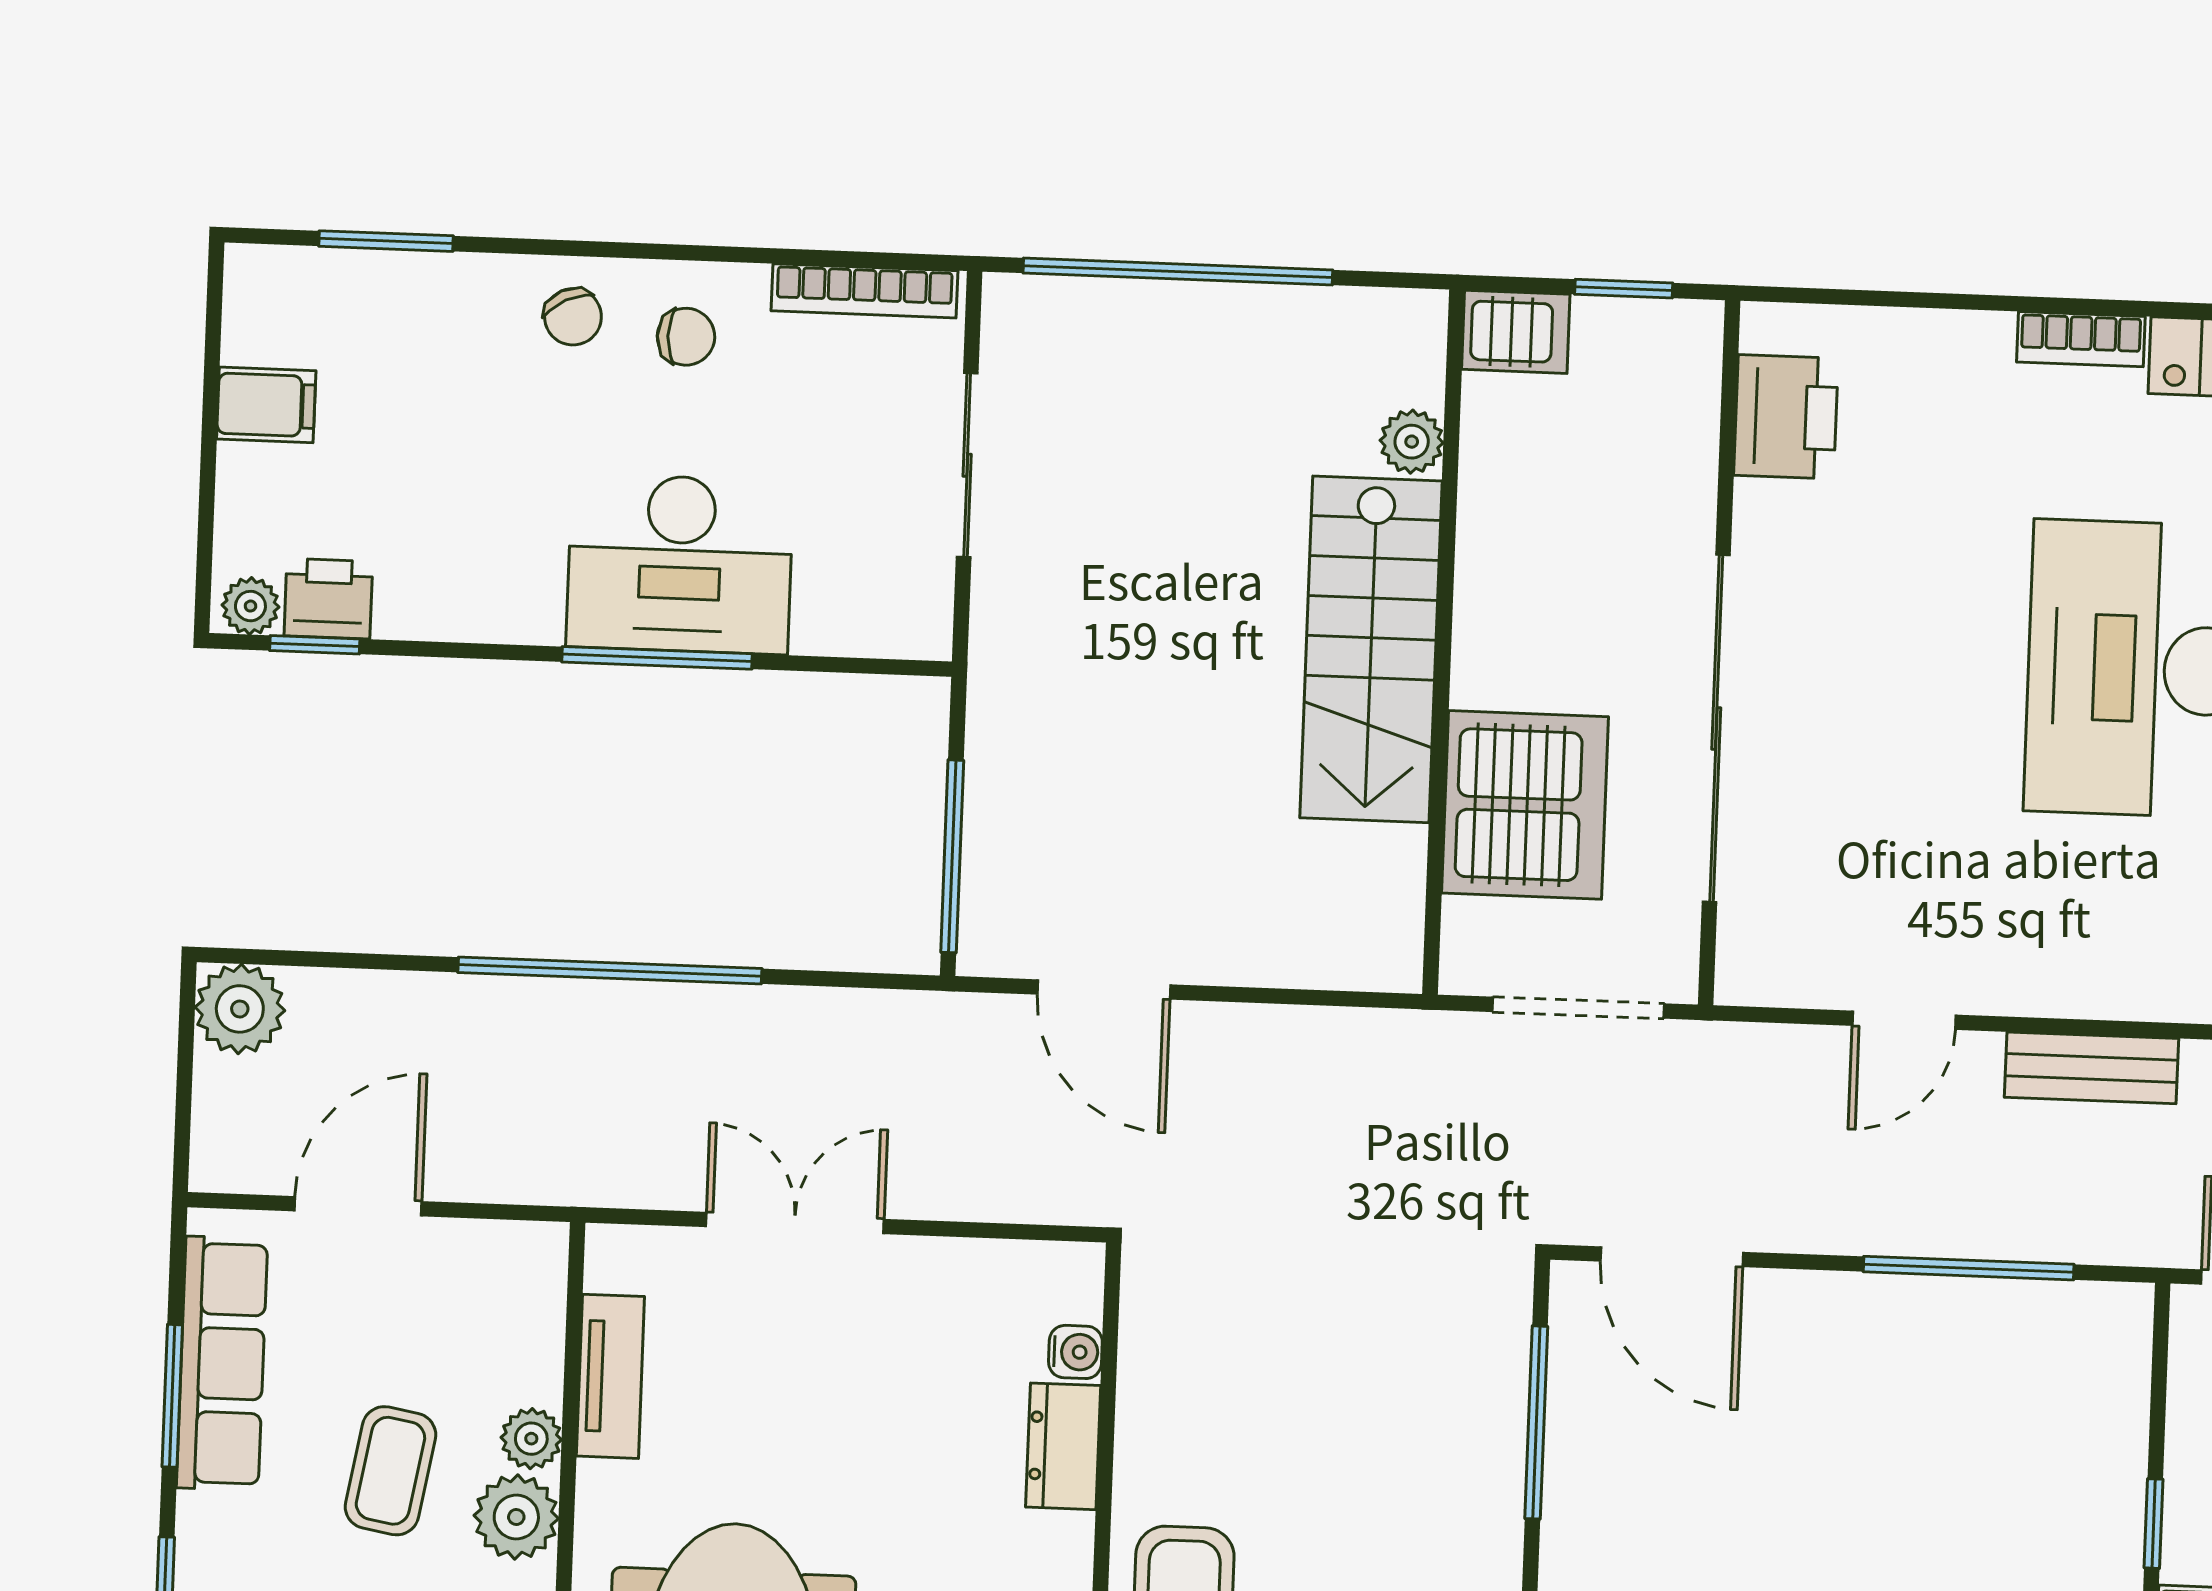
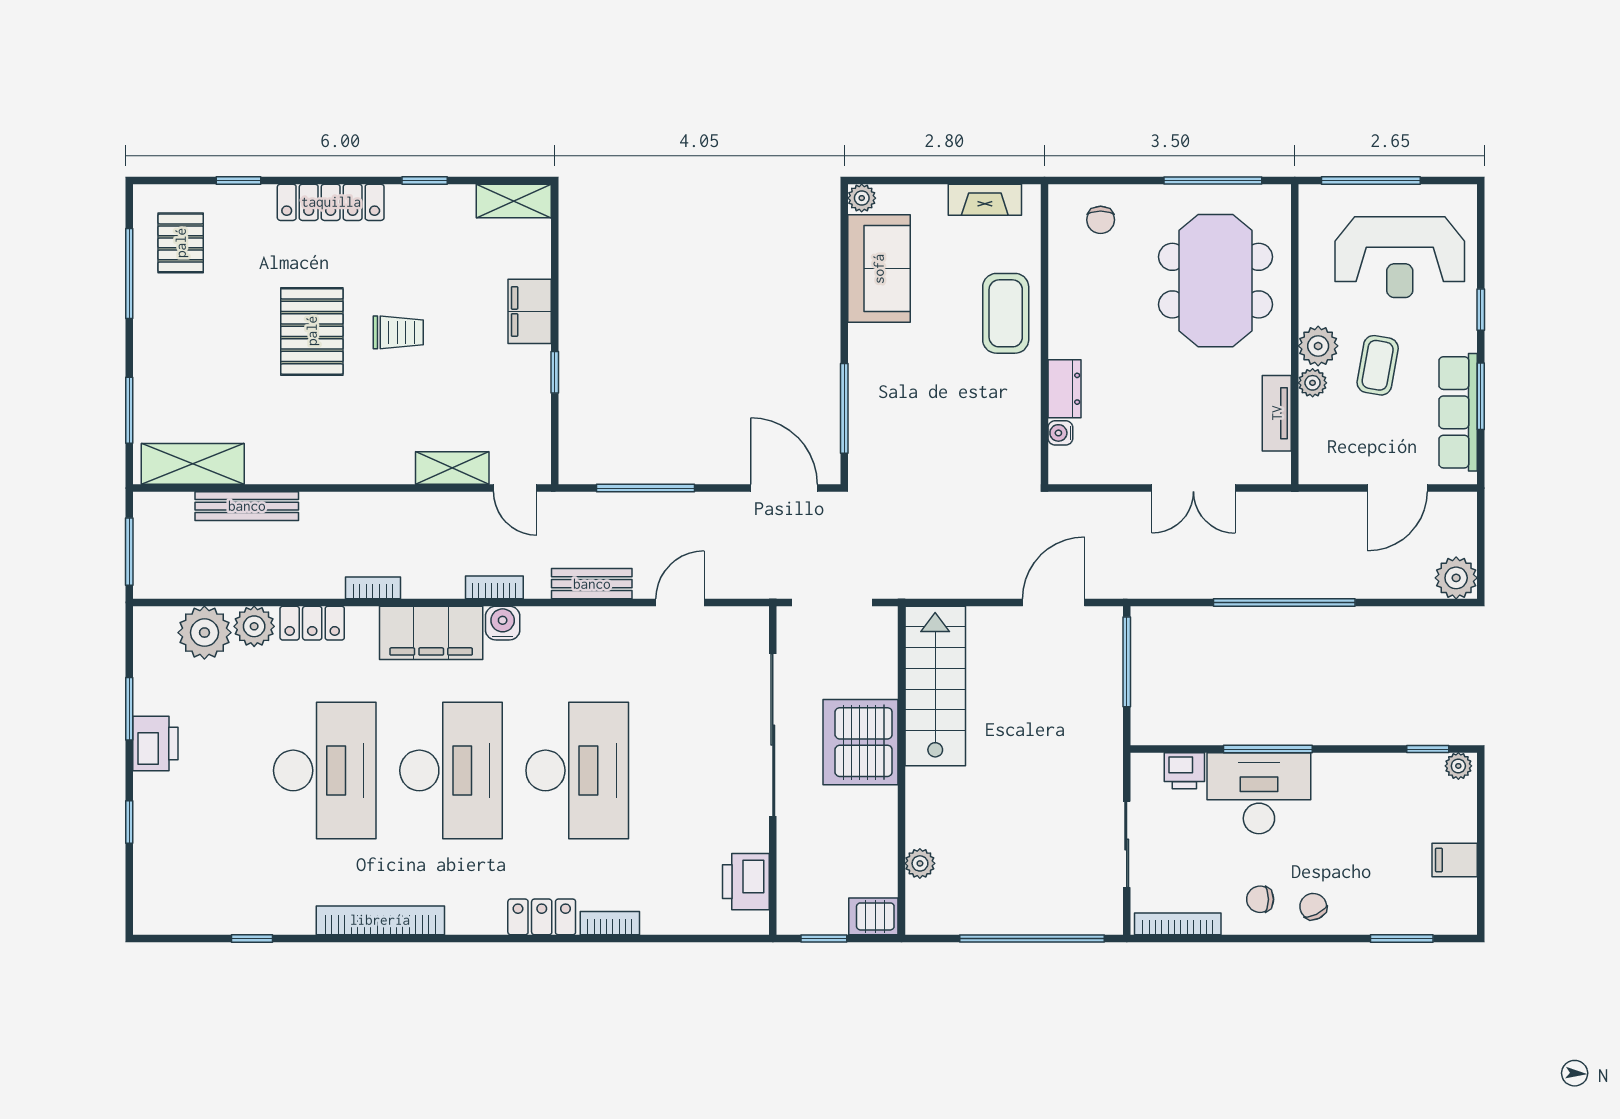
printer: (328, 599) -> (1184, 771), moved
stairs: (1371, 649) -> (935, 686), moved
server rack: (1525, 805) -> (861, 742), moved
door: (1104, 989) -> (1054, 602), hinge flipped

